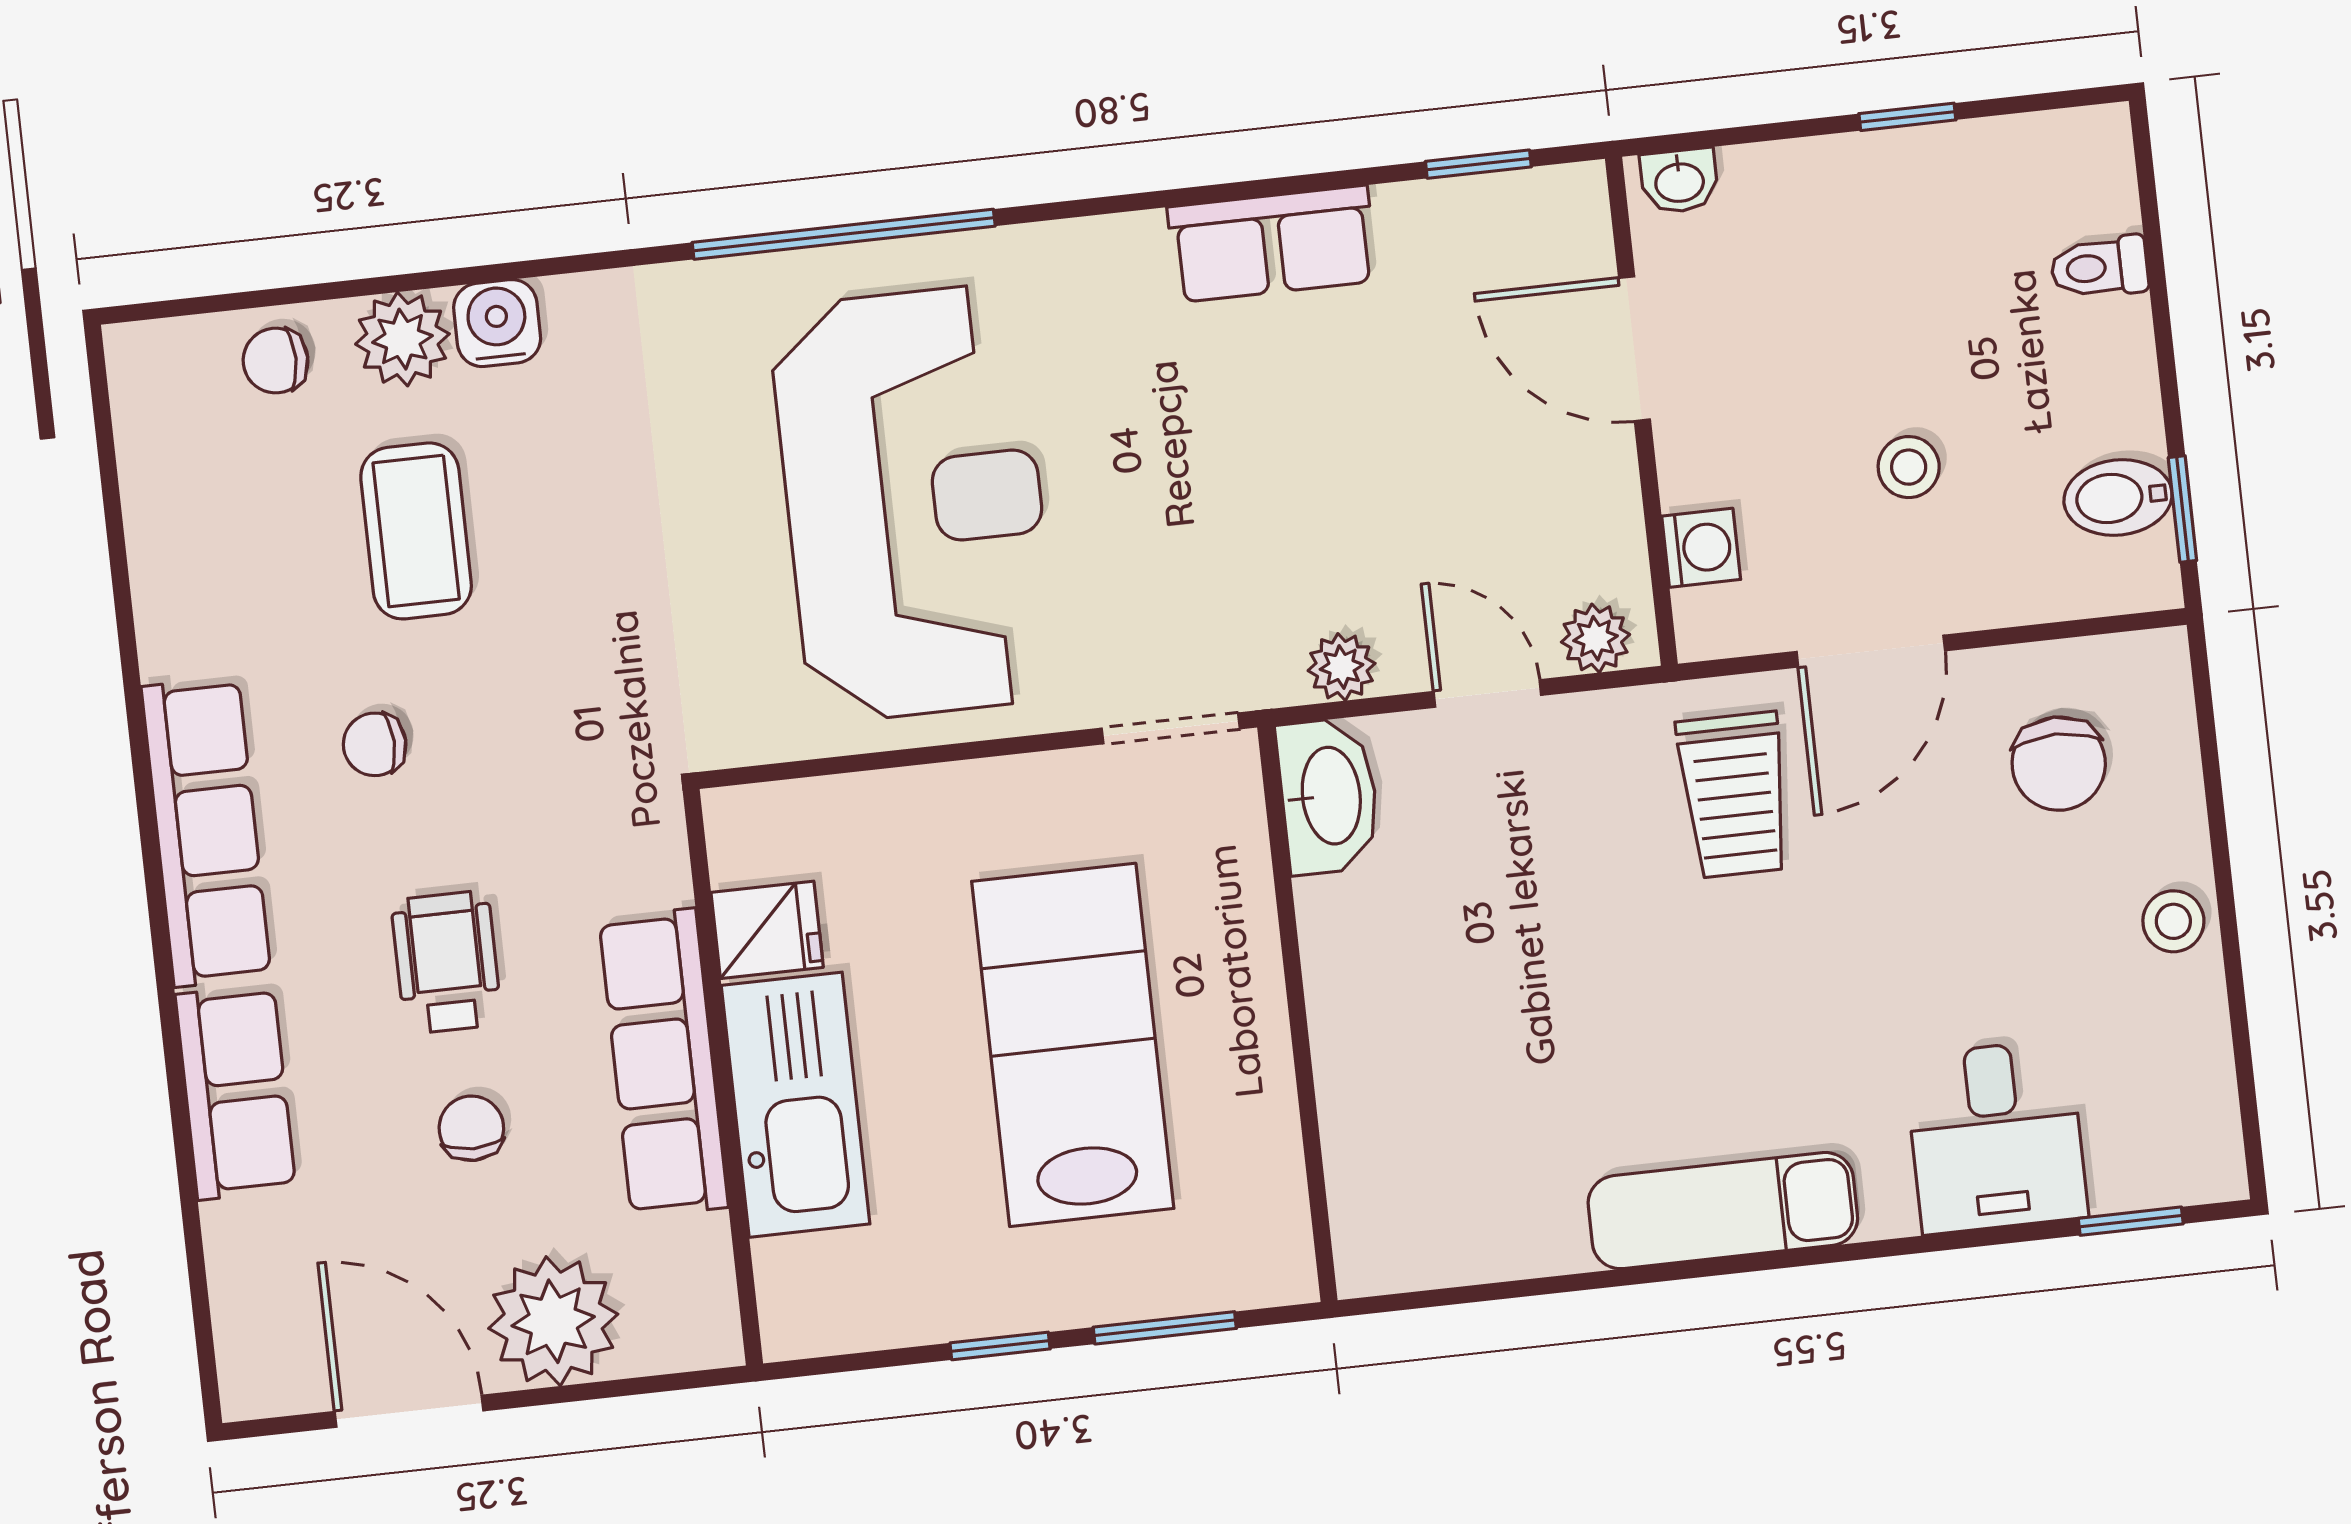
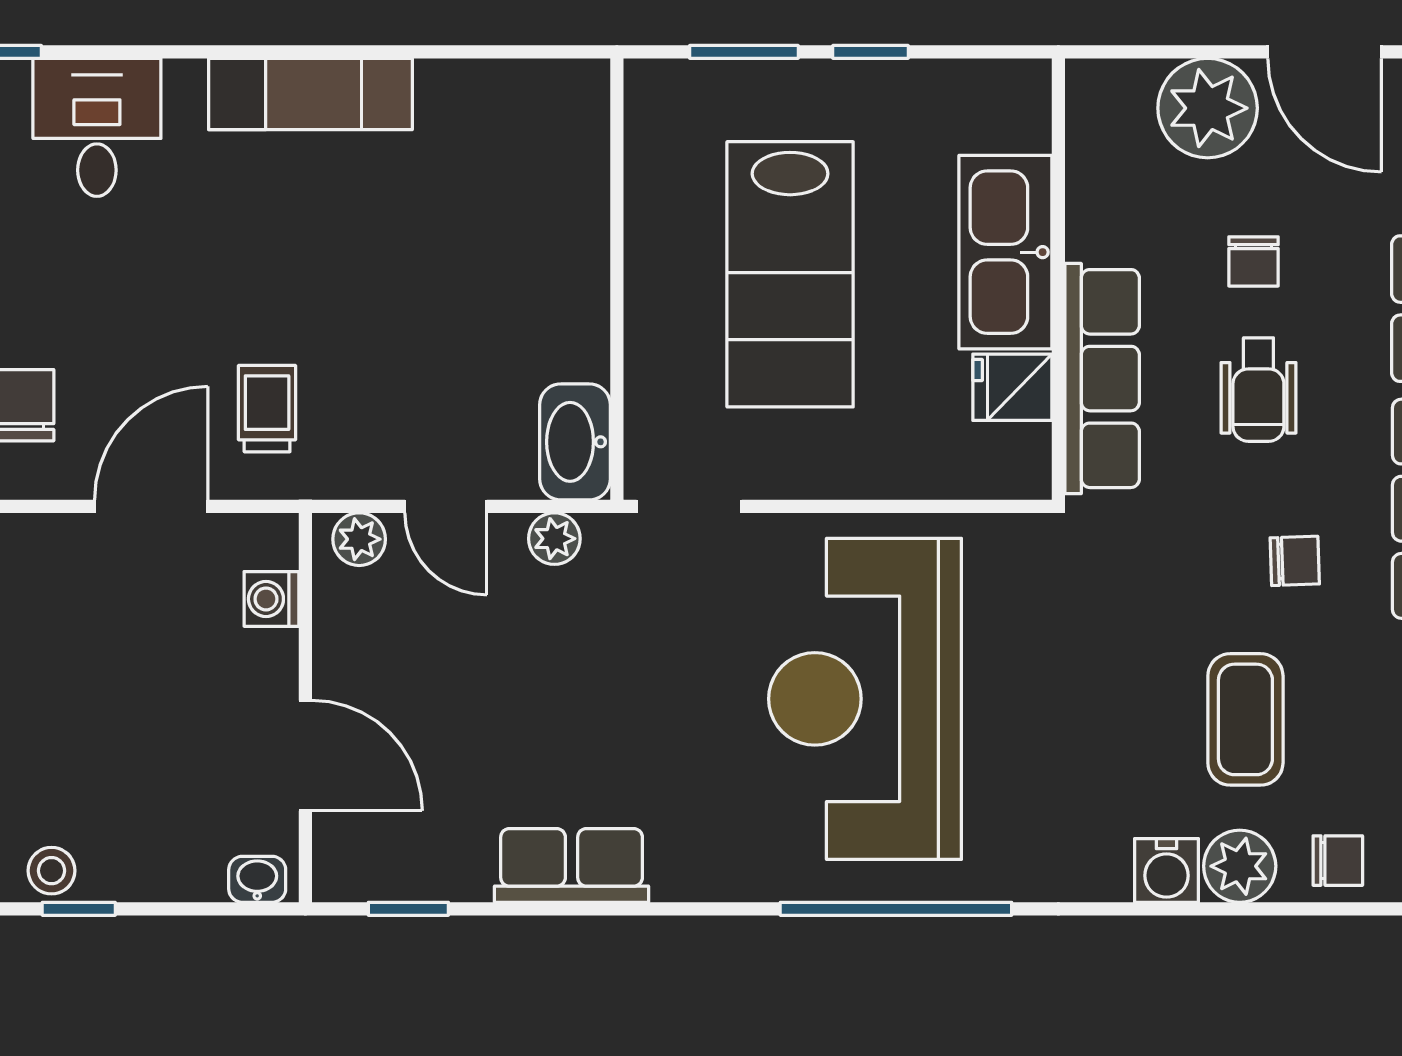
stool: (1909, 467) -> (52, 871), moved
trolley: (1734, 795) -> (267, 409), width x0.73, depth x0.72
row of seats: (664, 1063) -> (1102, 379), moved

